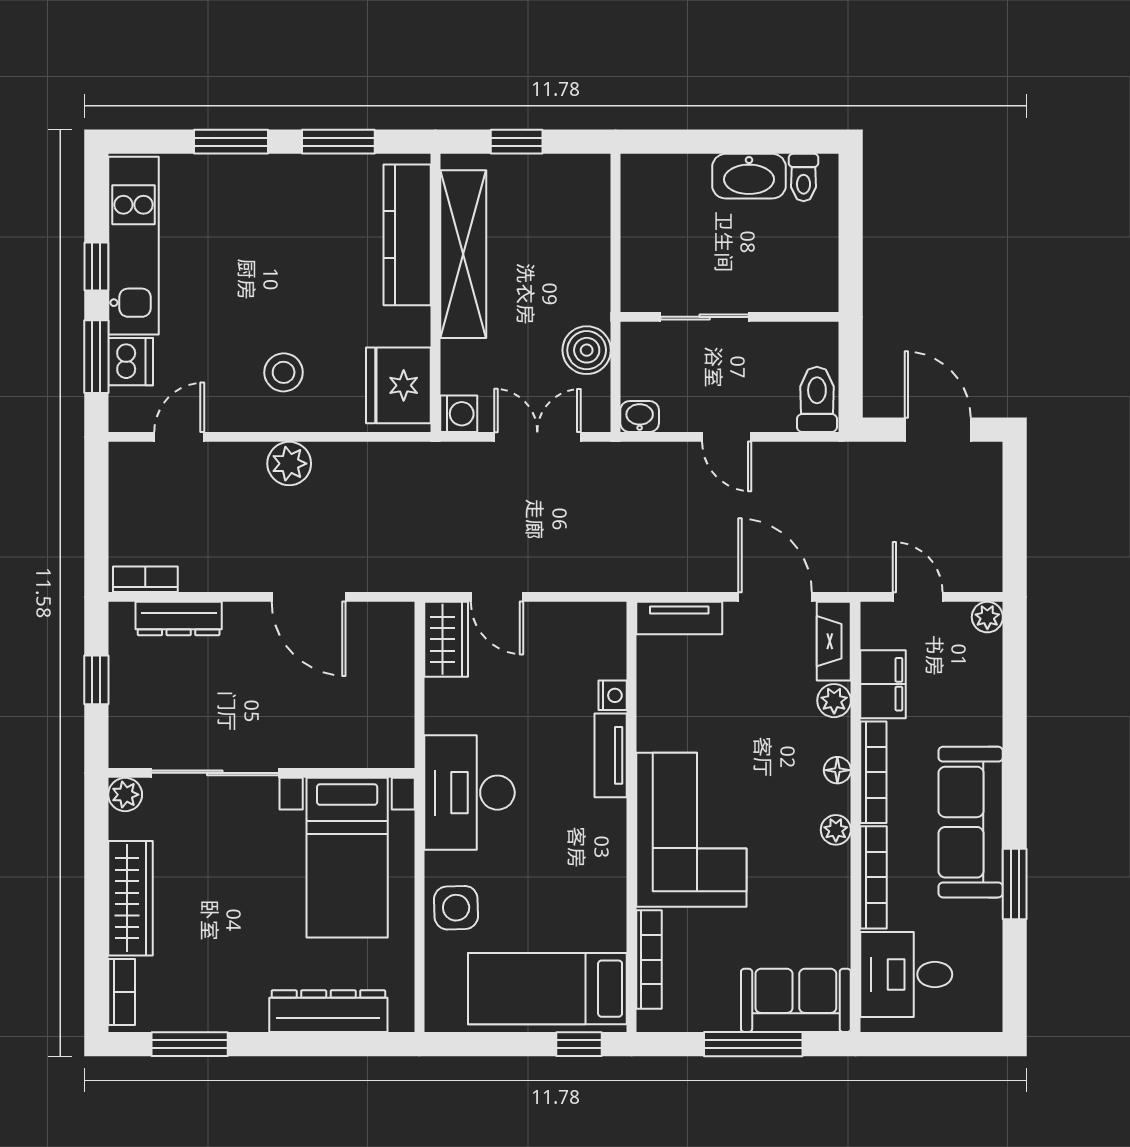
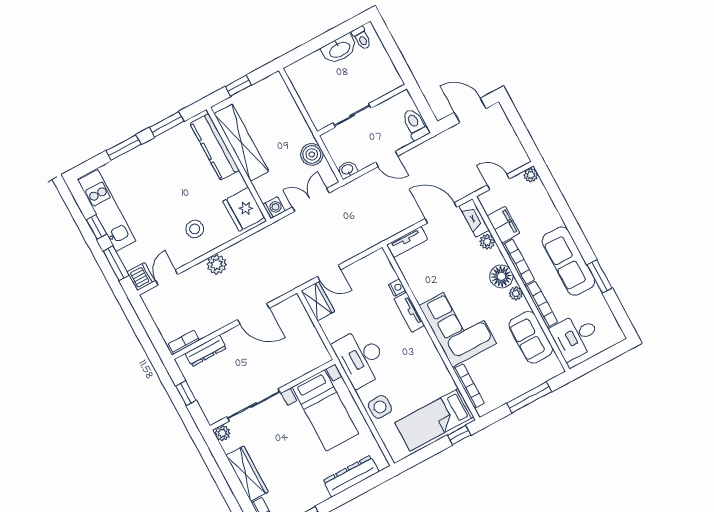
dishwasher: (131, 362) -> (141, 277), moved
floor lamp: (837, 770) -> (501, 276), width x1.89, depth x1.89
sofa: (796, 1000) -> (531, 337), moved, turned -90

